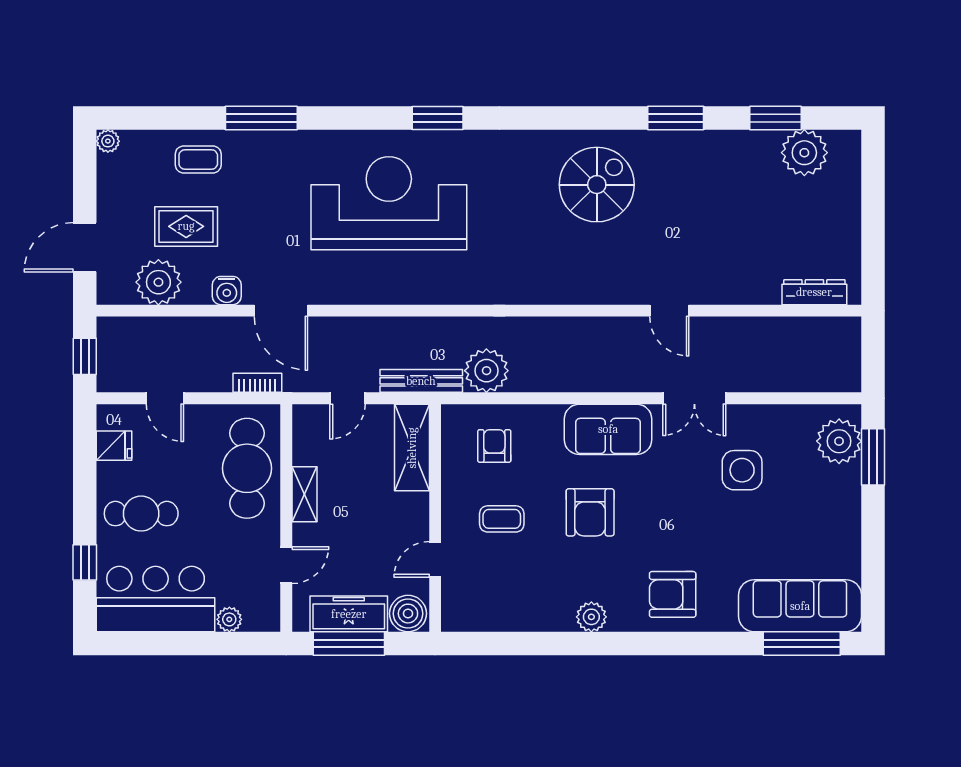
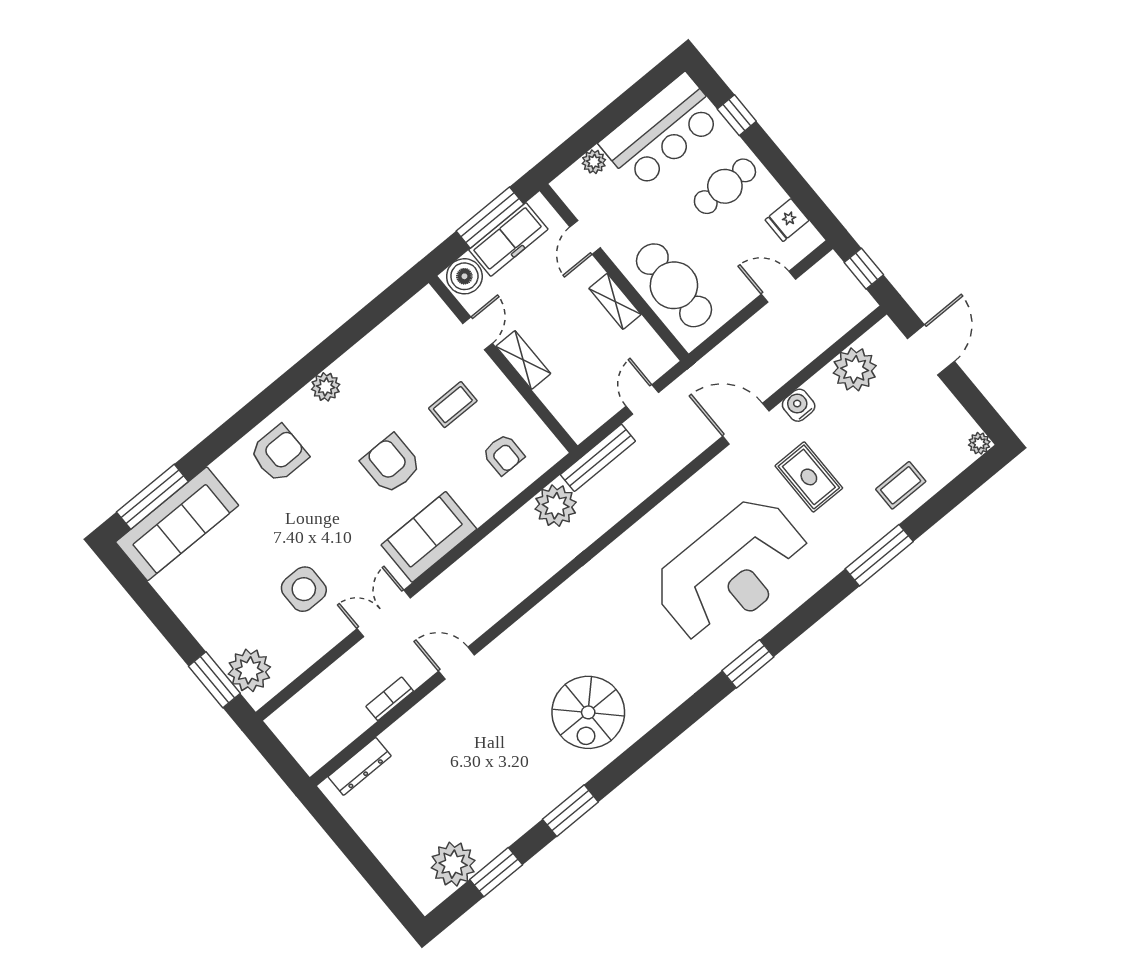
rug: (186, 226) -> (809, 477), moved, turned 90
bookcase: (257, 383) -> (390, 699), moved, turned 180
shelving: (412, 448) -> (523, 360), moved, width x0.67, depth x0.75

